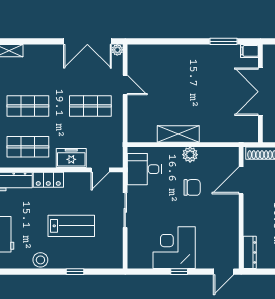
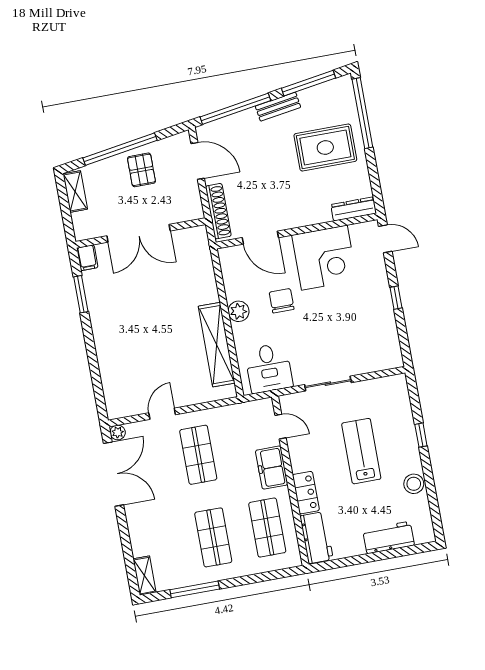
shelving: (178, 134) -> (217, 345), width x1.47
corner desk: (174, 248) -> (324, 258), moved, turned -90

